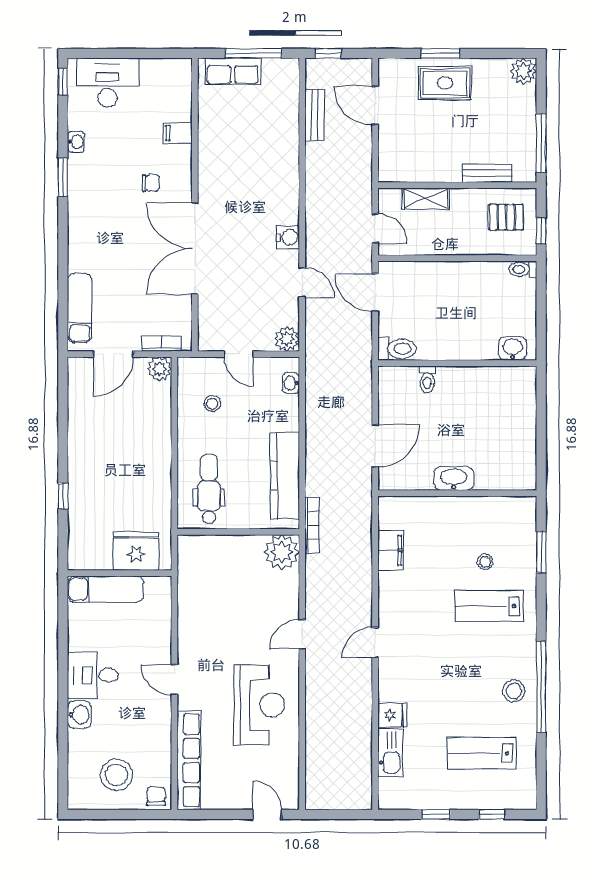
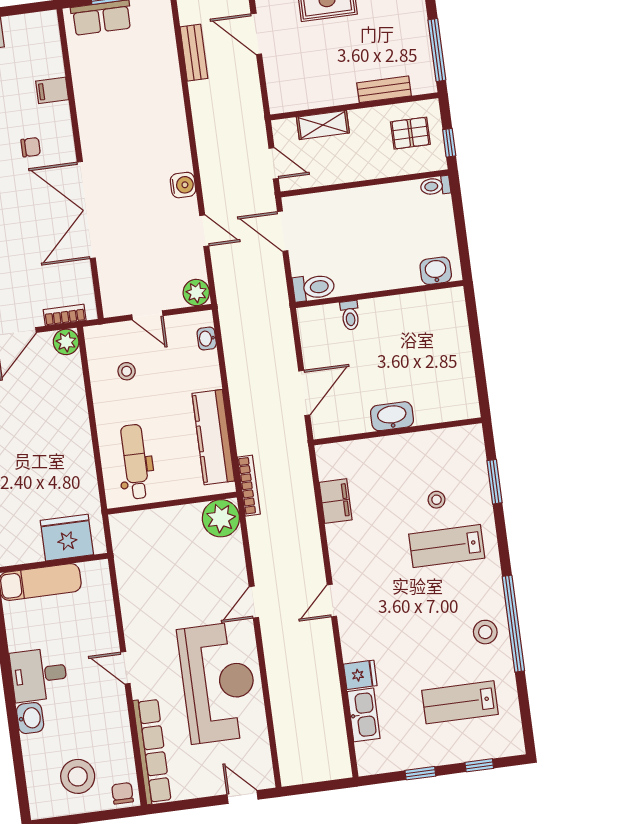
reception desk: (259, 705) -> (218, 683), width x1.36, depth x1.30

